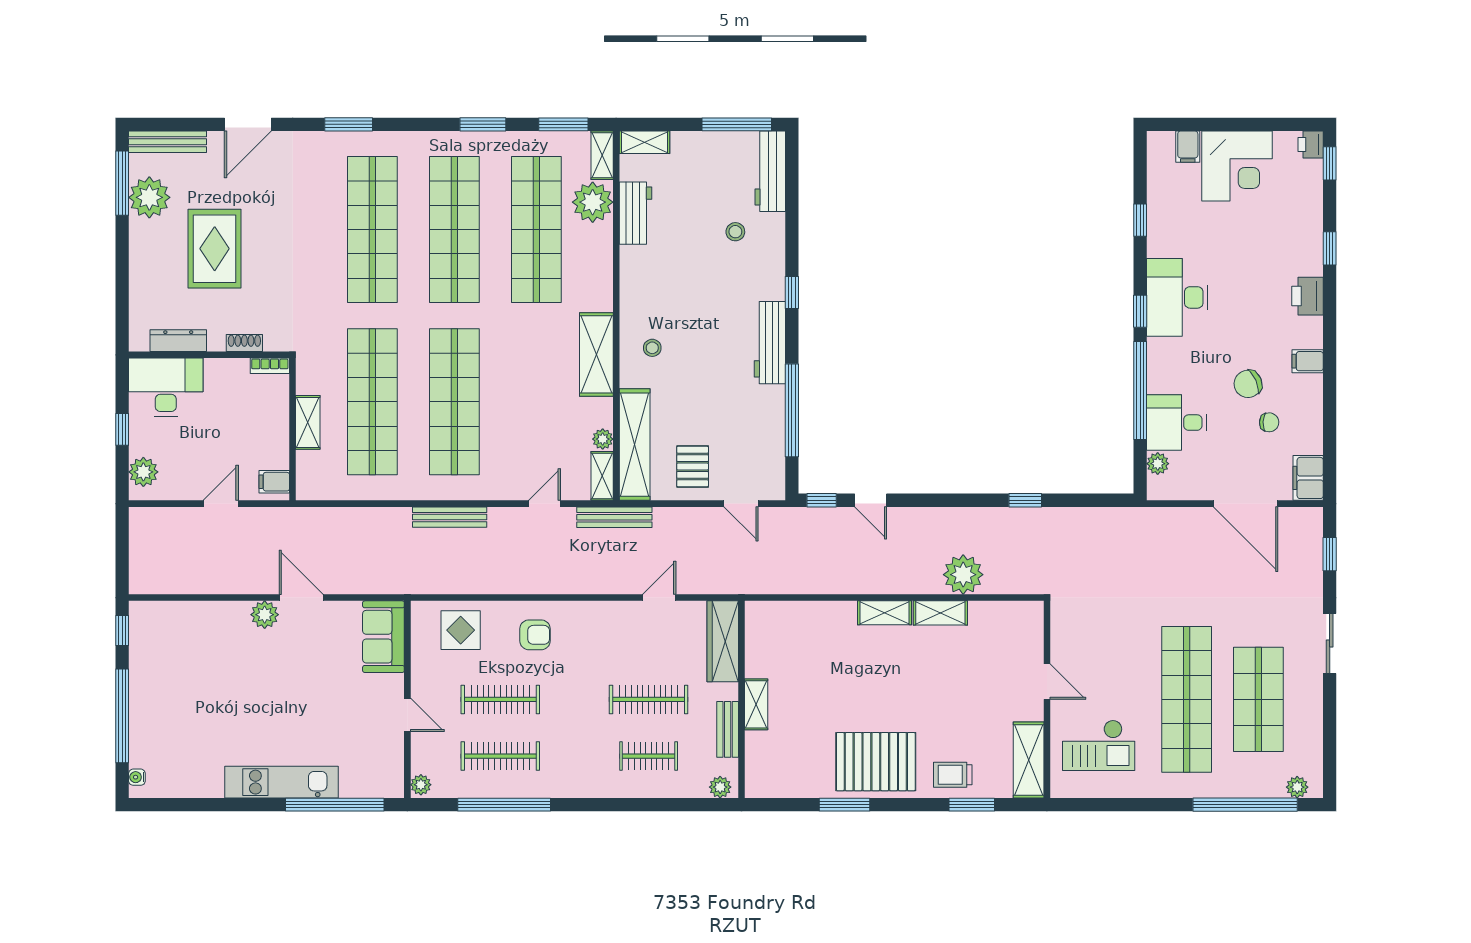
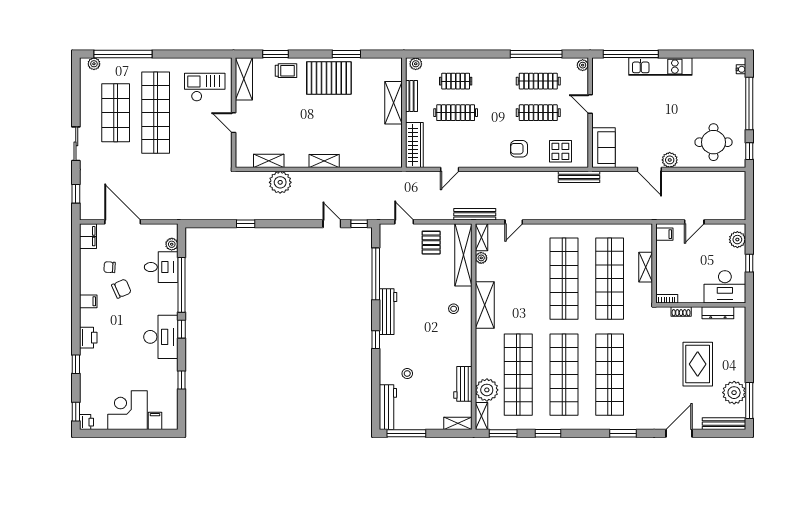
bench: (450, 517) -> (579, 177), moved
shelving: (940, 613) -> (269, 161), moved
round table: (186, 647) -> (714, 142), added
shelving: (756, 704) -> (394, 103), width x1.50, depth x1.33

